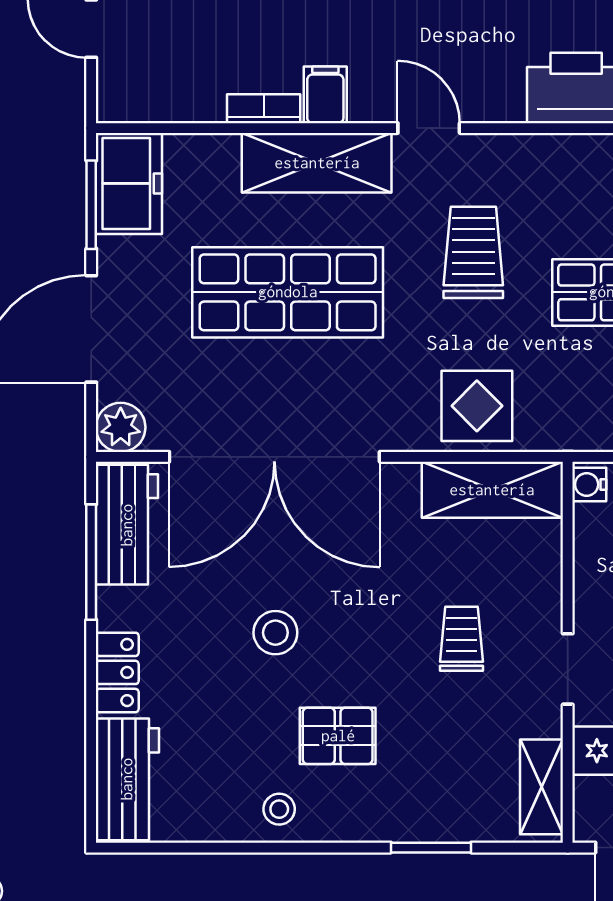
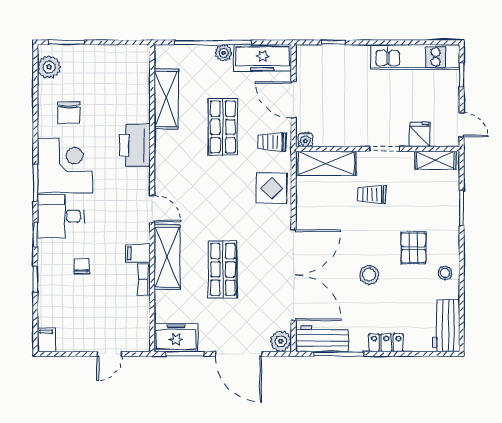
door: (429, 128) -> (152, 209), swing flipped
trolley: (473, 252) -> (272, 142), moved, width x0.73, depth x0.72
shop shelf: (288, 292) -> (223, 269), width x0.70, depth x0.74
shelving: (492, 490) -> (326, 163), moved, turned 90
workbench: (127, 779) -> (446, 326), moved, turned -90

